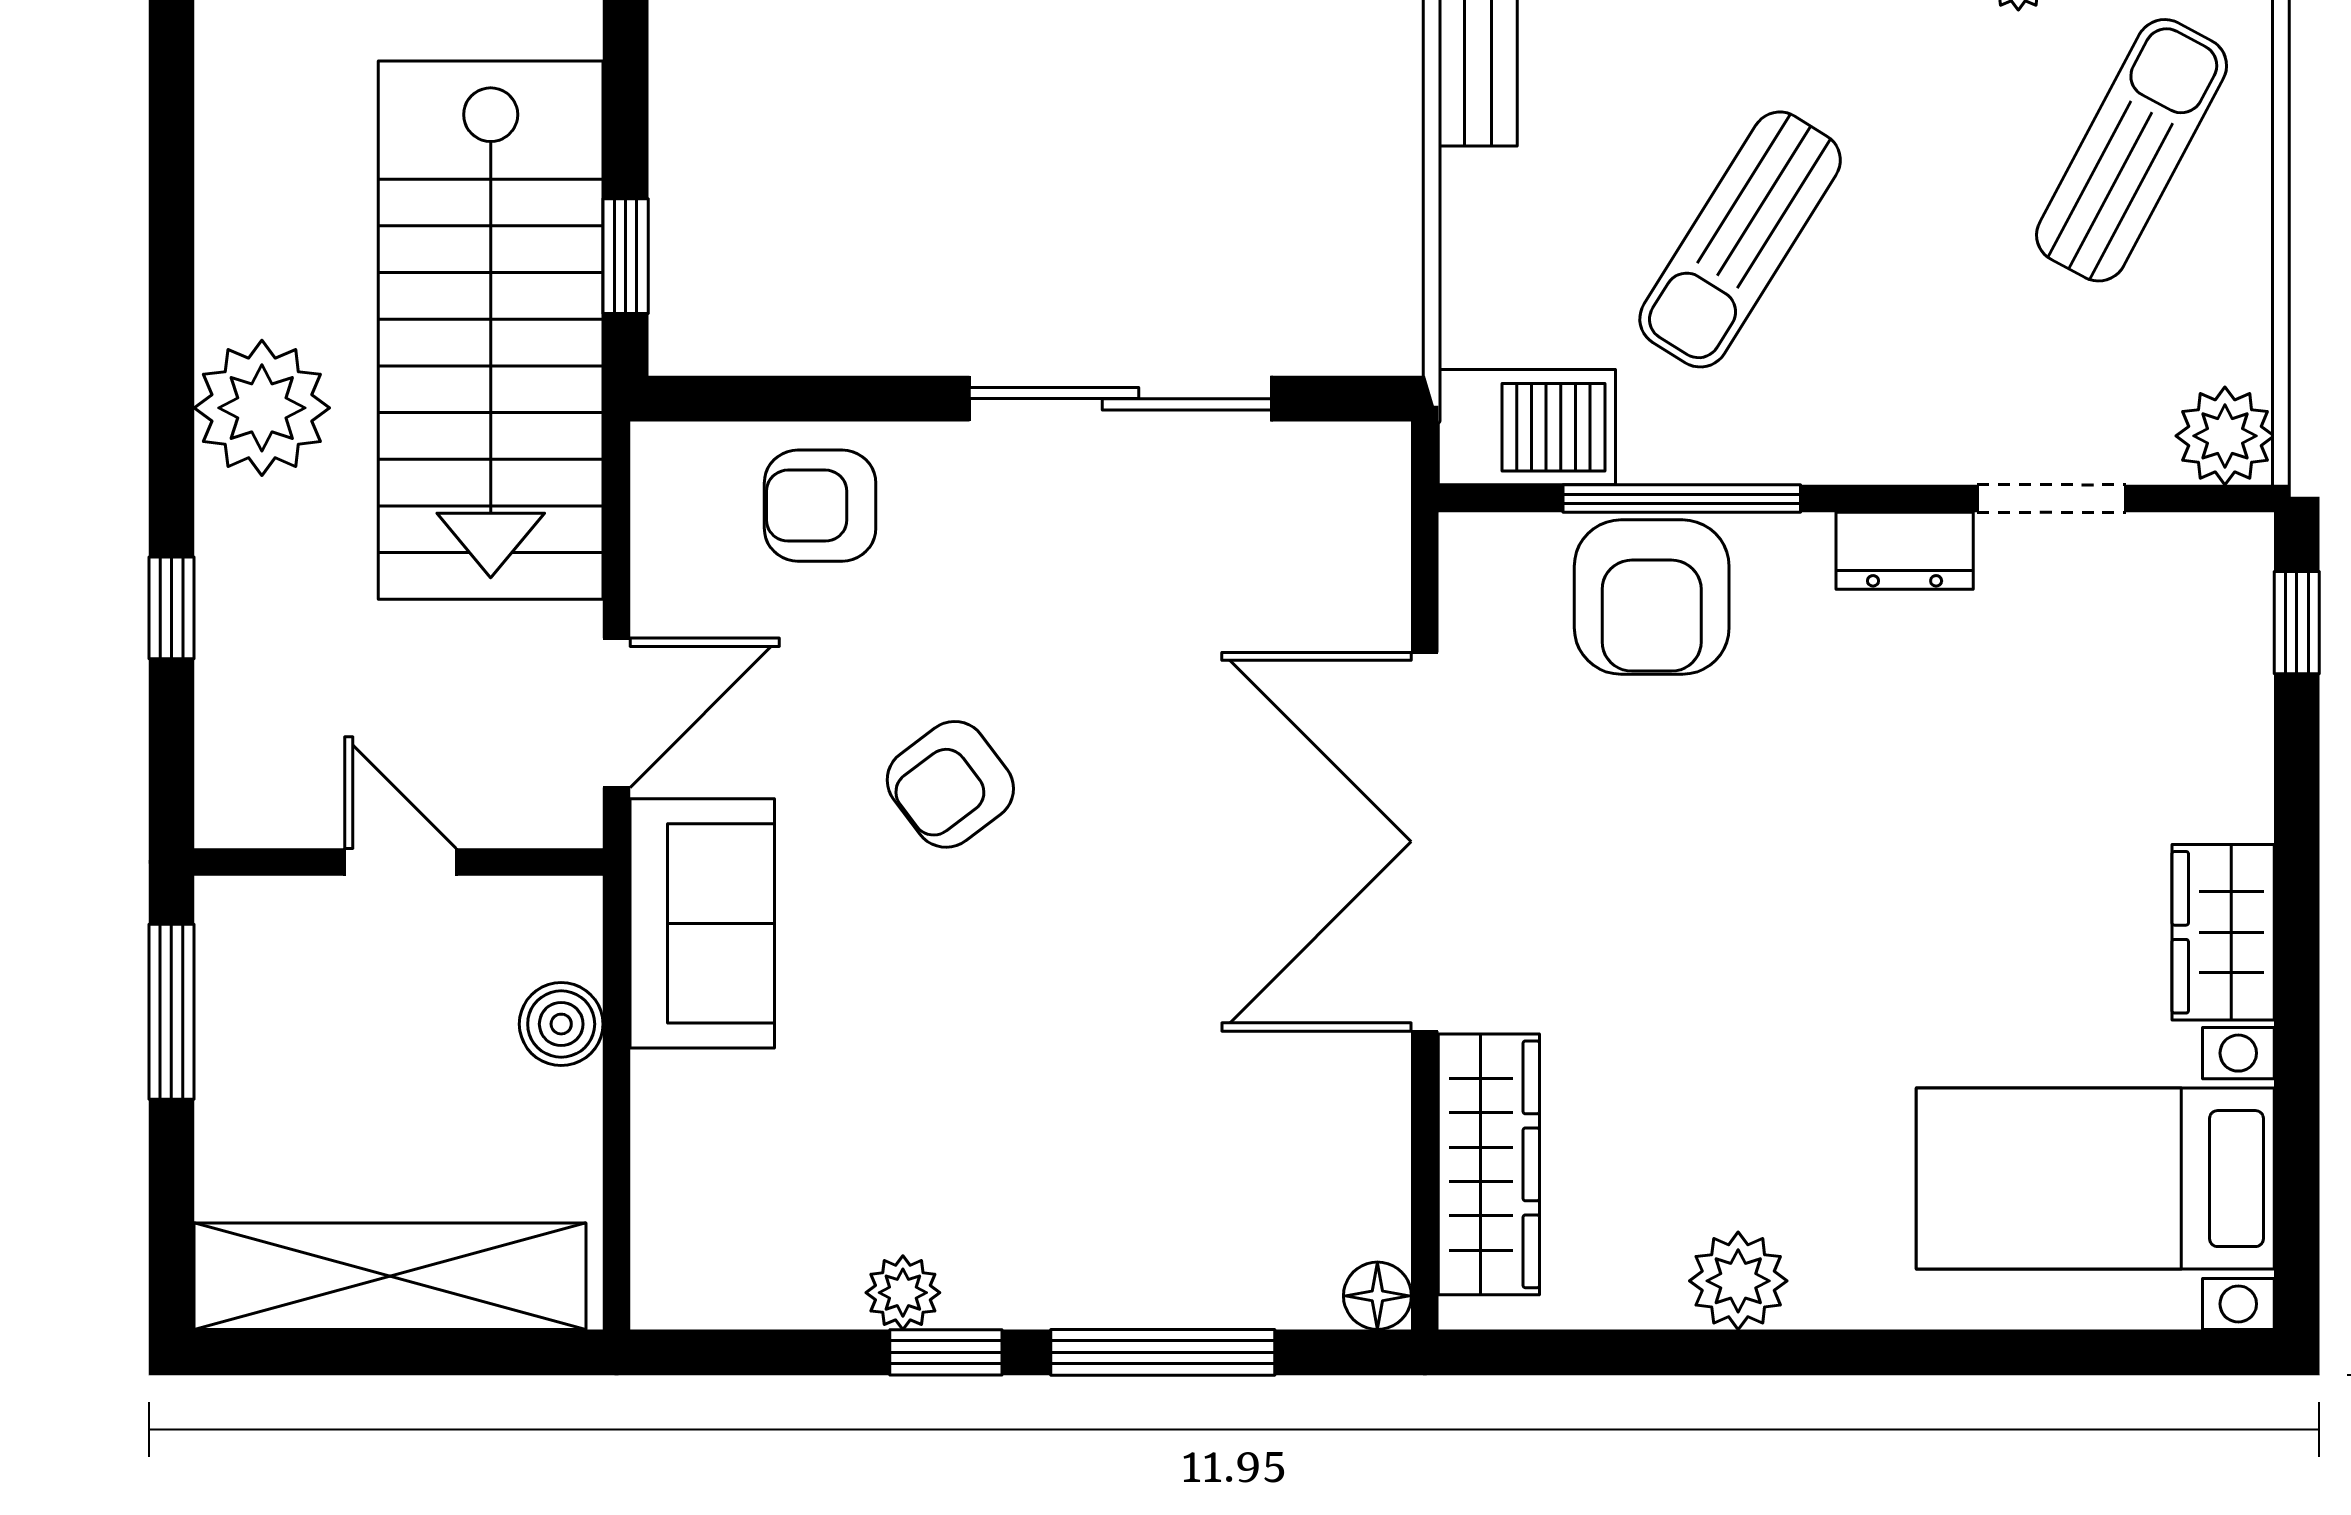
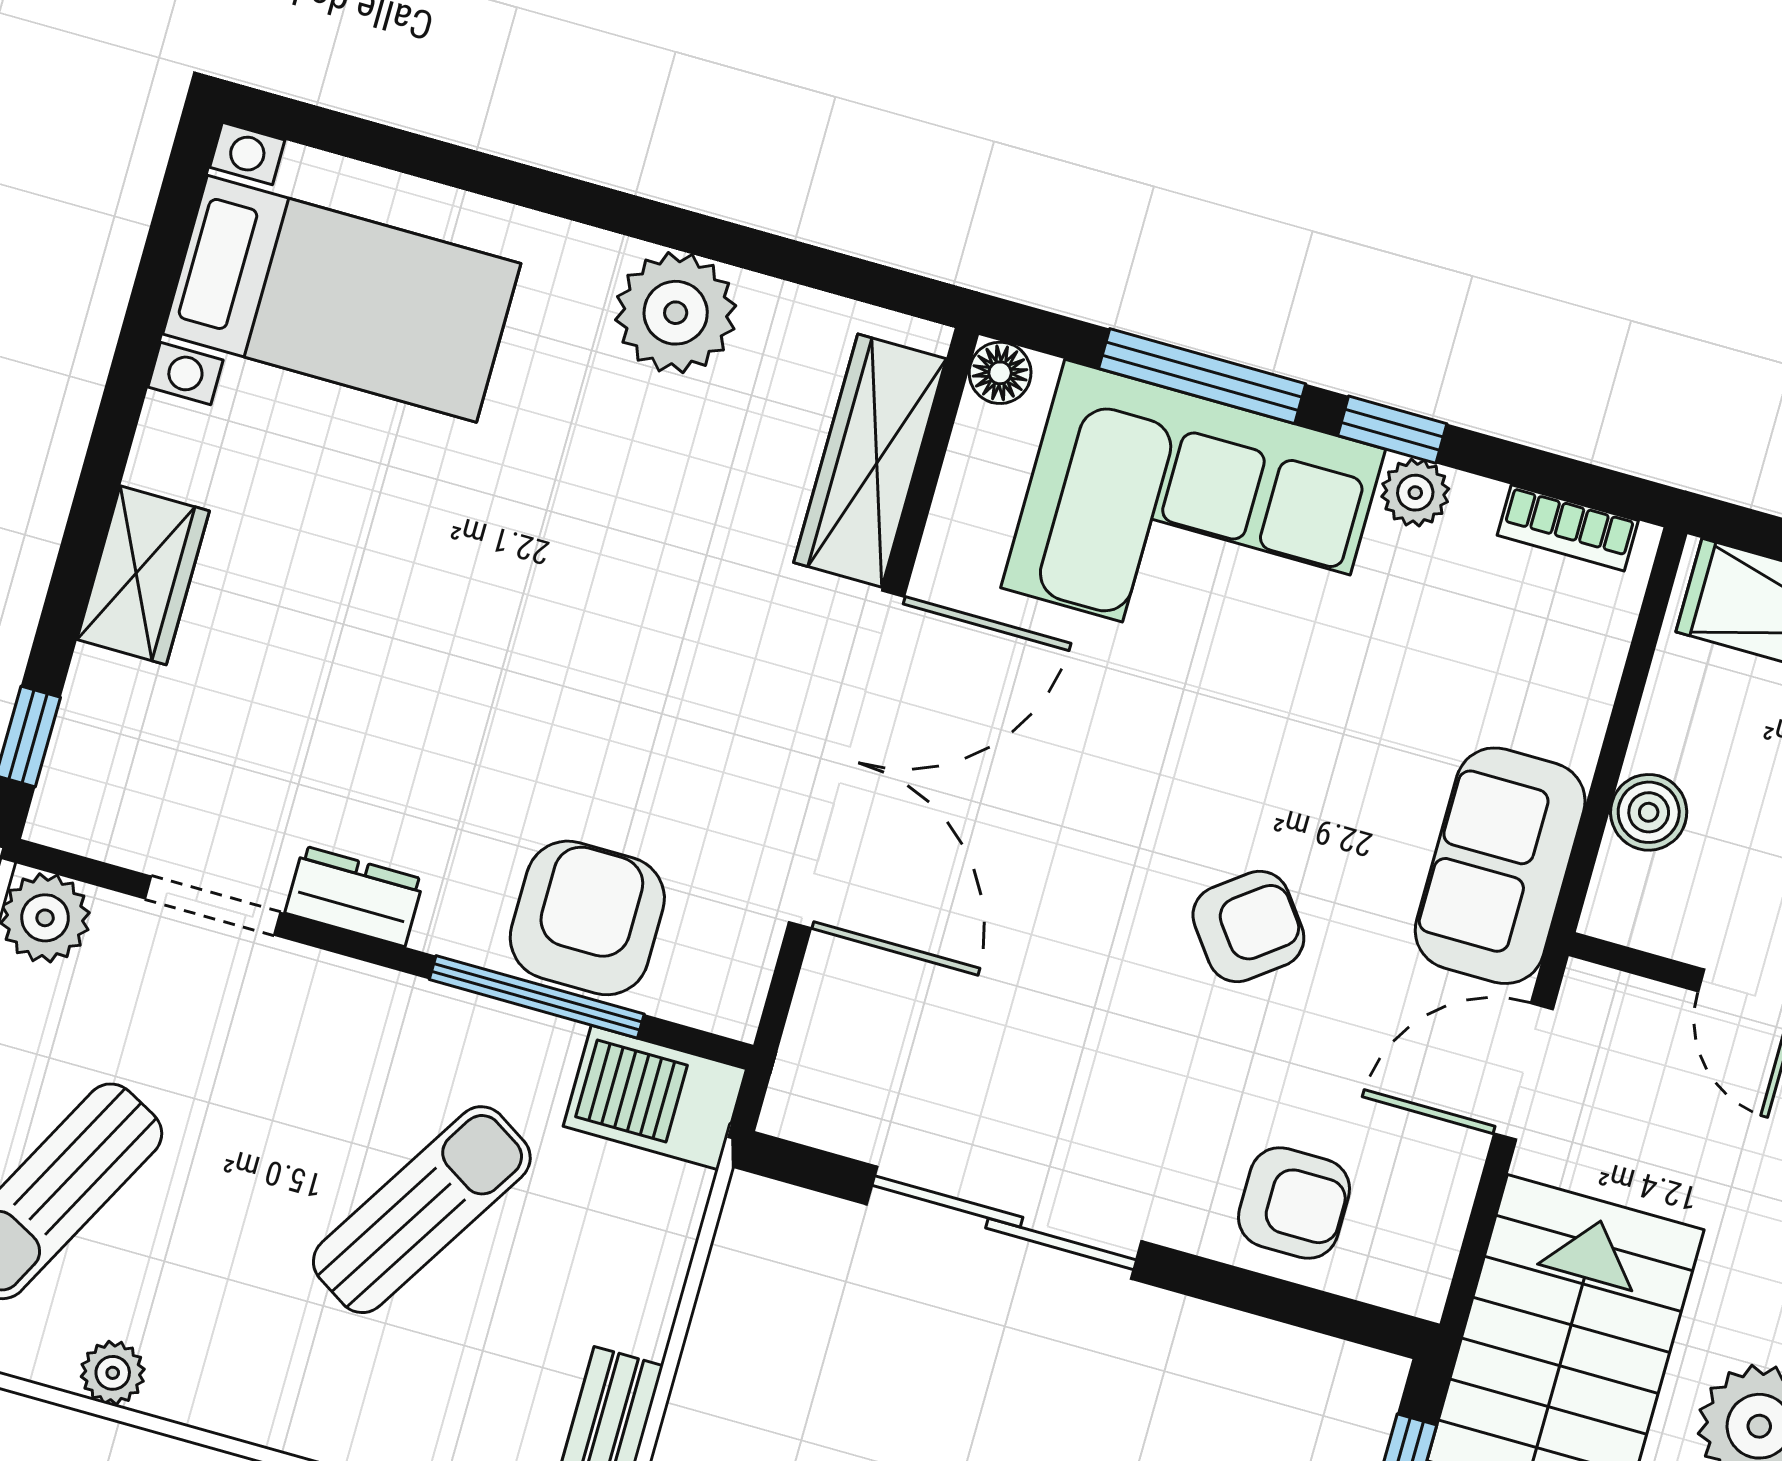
wardrobe: (2223, 932) -> (143, 575), moved
corner sofa: (1130, 1199) -> (1193, 519), added
plant: (1738, 1281) -> (676, 313), width x1.36, depth x1.36
bookcase: (731, 1301) -> (1568, 528), added

